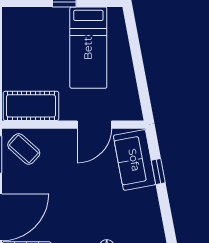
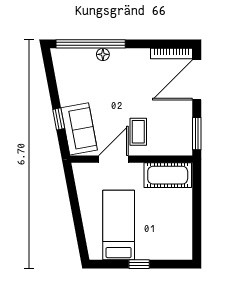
coffee table: (24, 149) -> (138, 132), moved, turned 48

